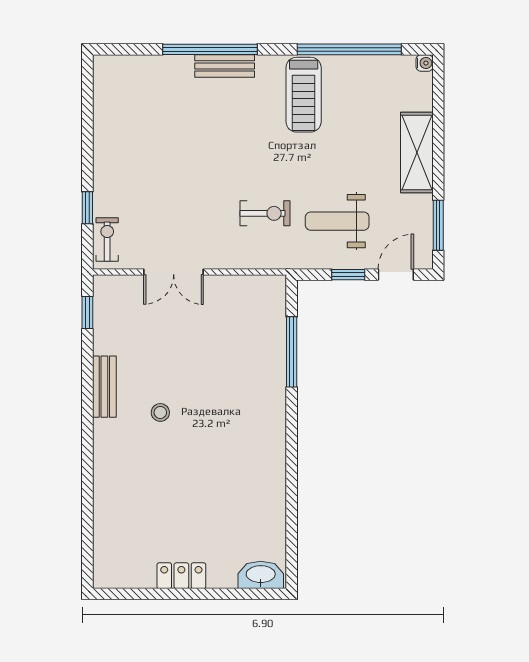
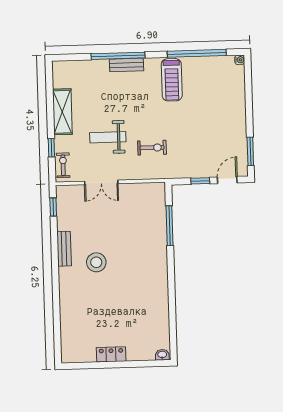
shelving: (417, 152) -> (62, 112), moved
weight bench: (337, 221) -> (108, 137), moved
stool: (160, 412) -> (96, 262), width x1.89, depth x1.89
washbasin: (261, 575) -> (162, 355), width x0.52, depth x0.69

